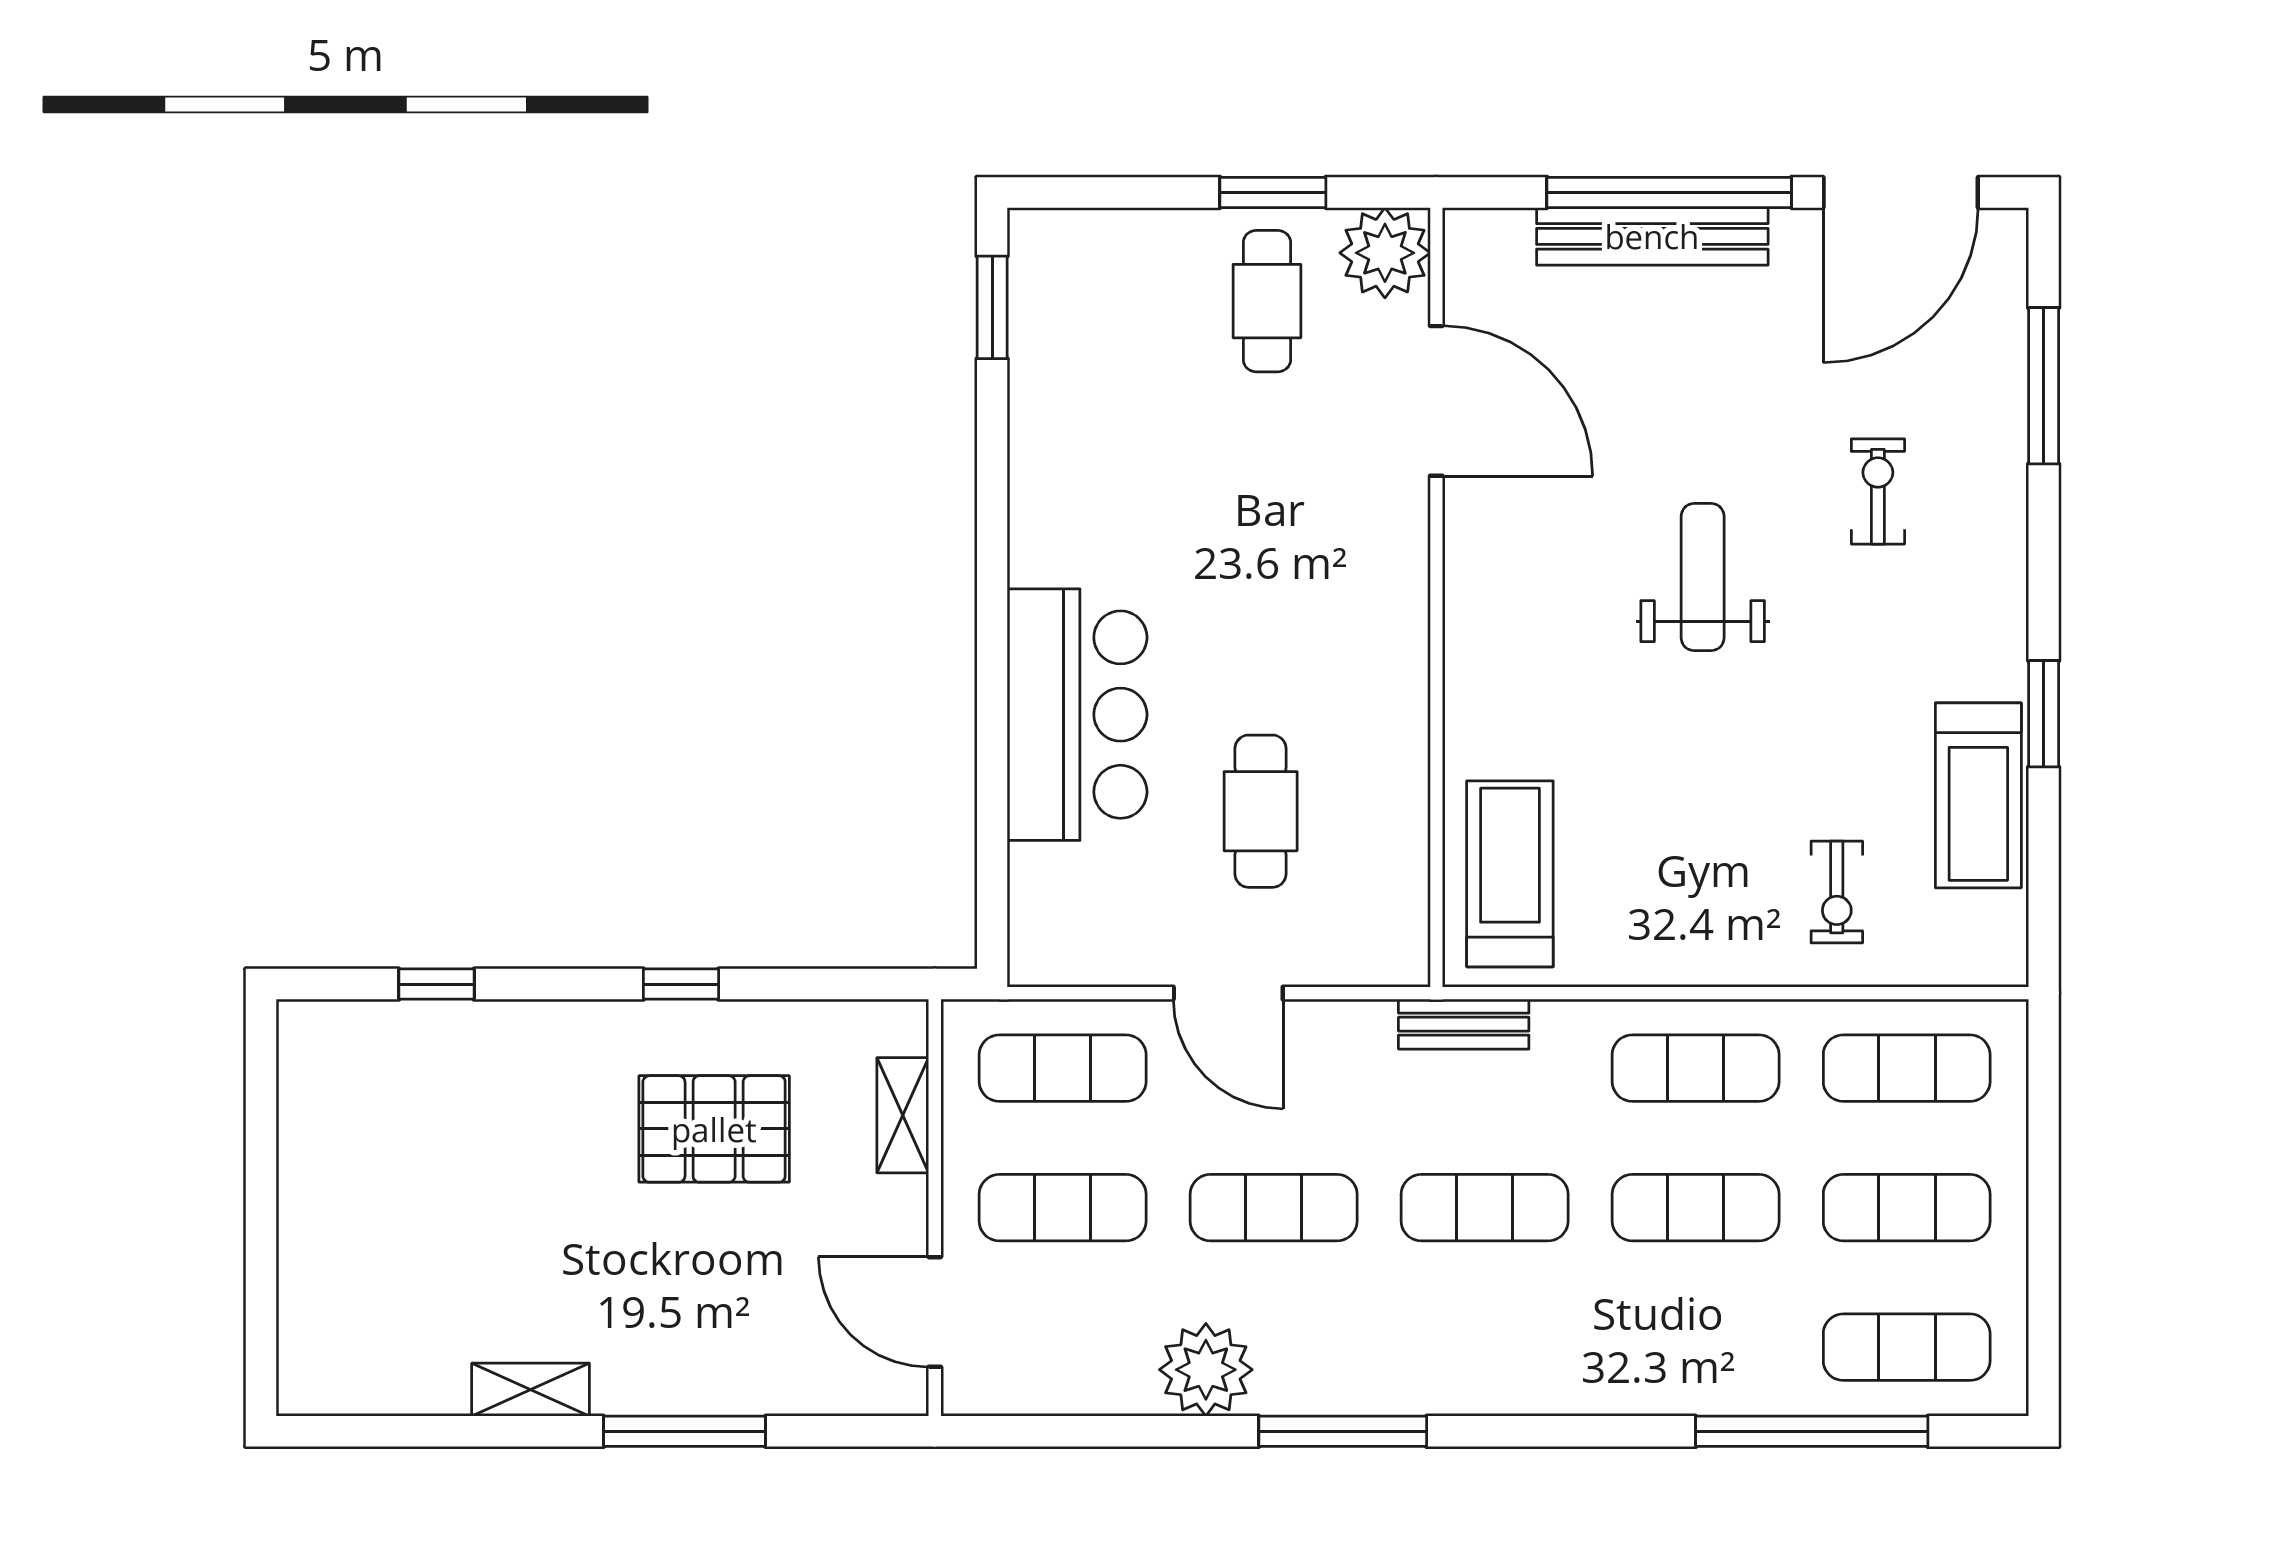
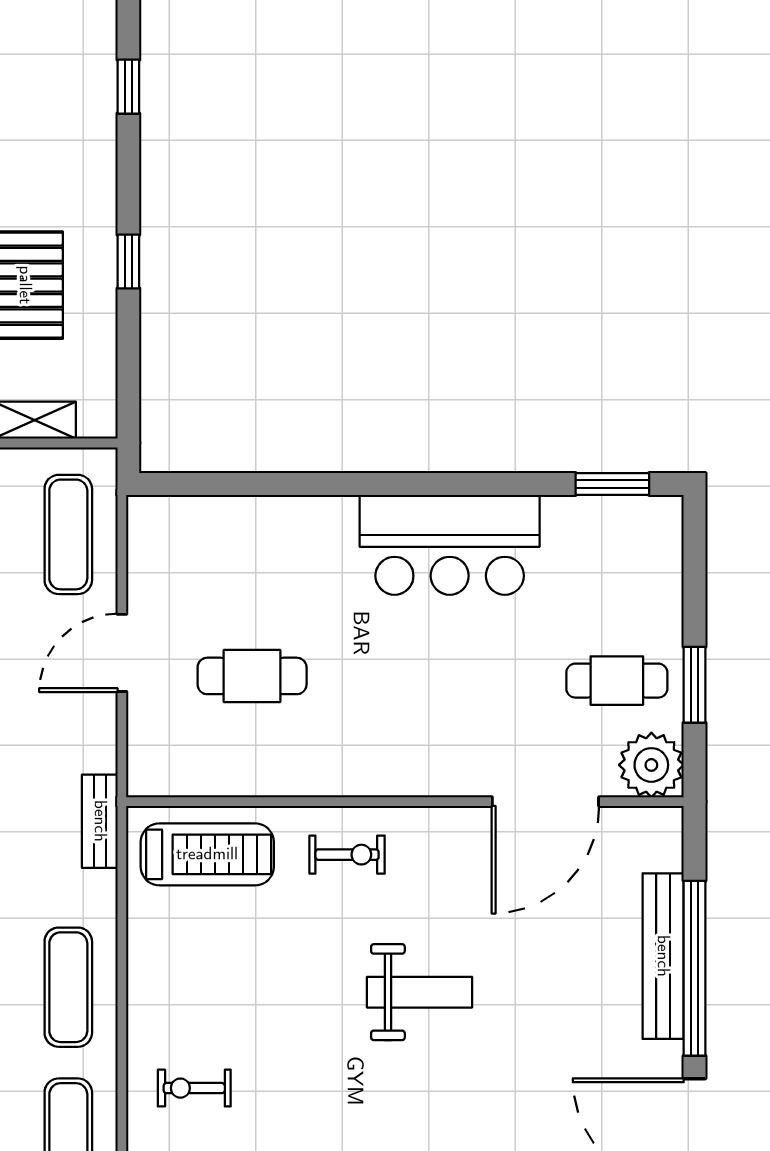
exercise bike: (1878, 491) -> (347, 855), moved
bar counter: (1077, 715) -> (450, 545), moved

